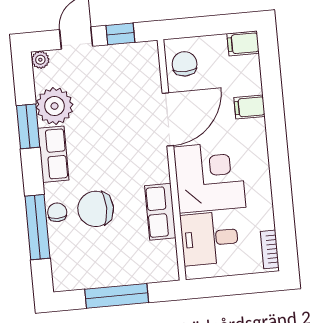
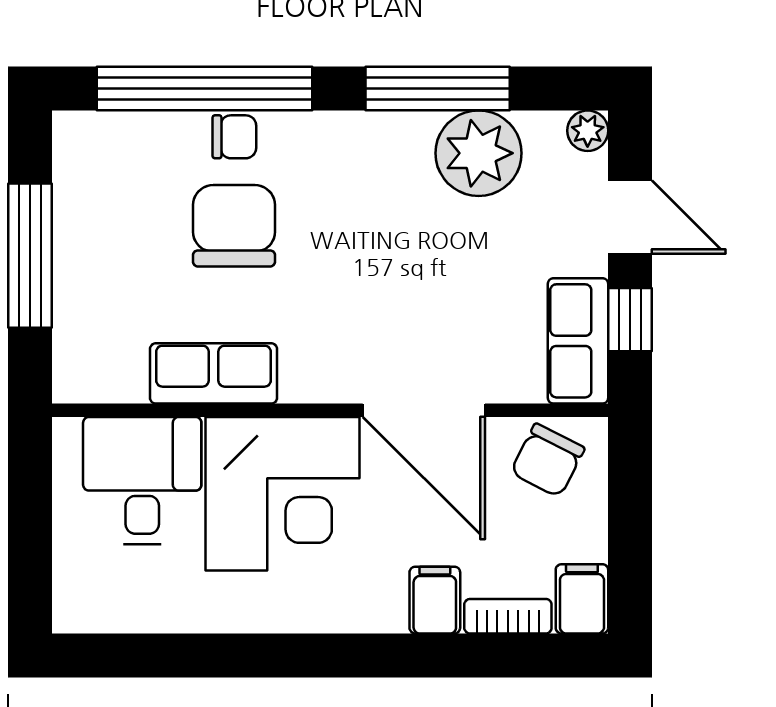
chair: (185, 64) -> (548, 460), turned 117
window: (28, 126) -> (438, 88), width x1.44
row of seats: (53, 154) -> (578, 341), moved, turned 90
window: (37, 227) -> (205, 88), width x1.46
bookcase: (270, 249) -> (508, 616), moved

